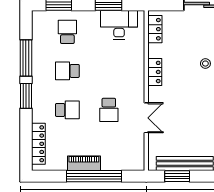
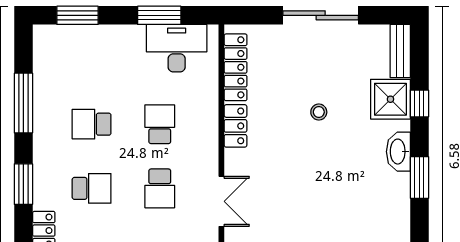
locker: (155, 29) -> (236, 67), width x1.53
school desk: (67, 32) -> (160, 124), moved
window: (26, 96) -> (23, 184), moved

